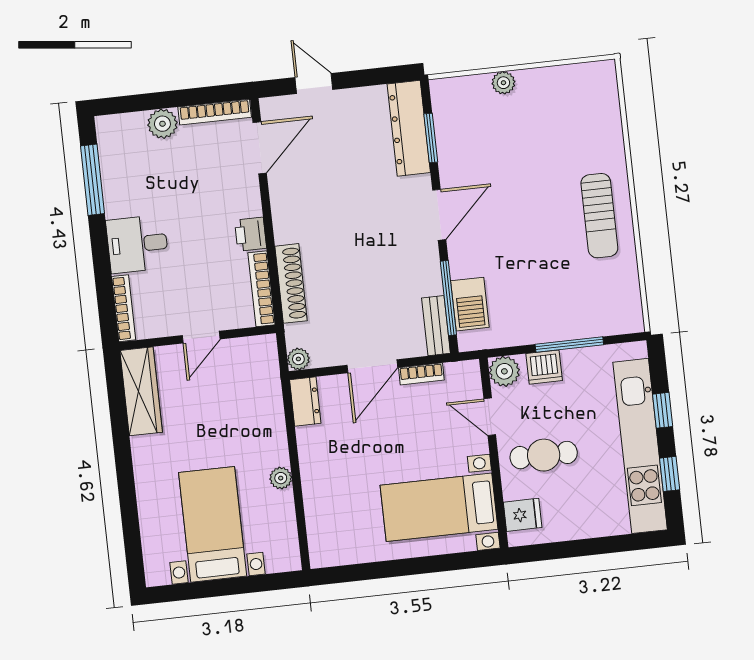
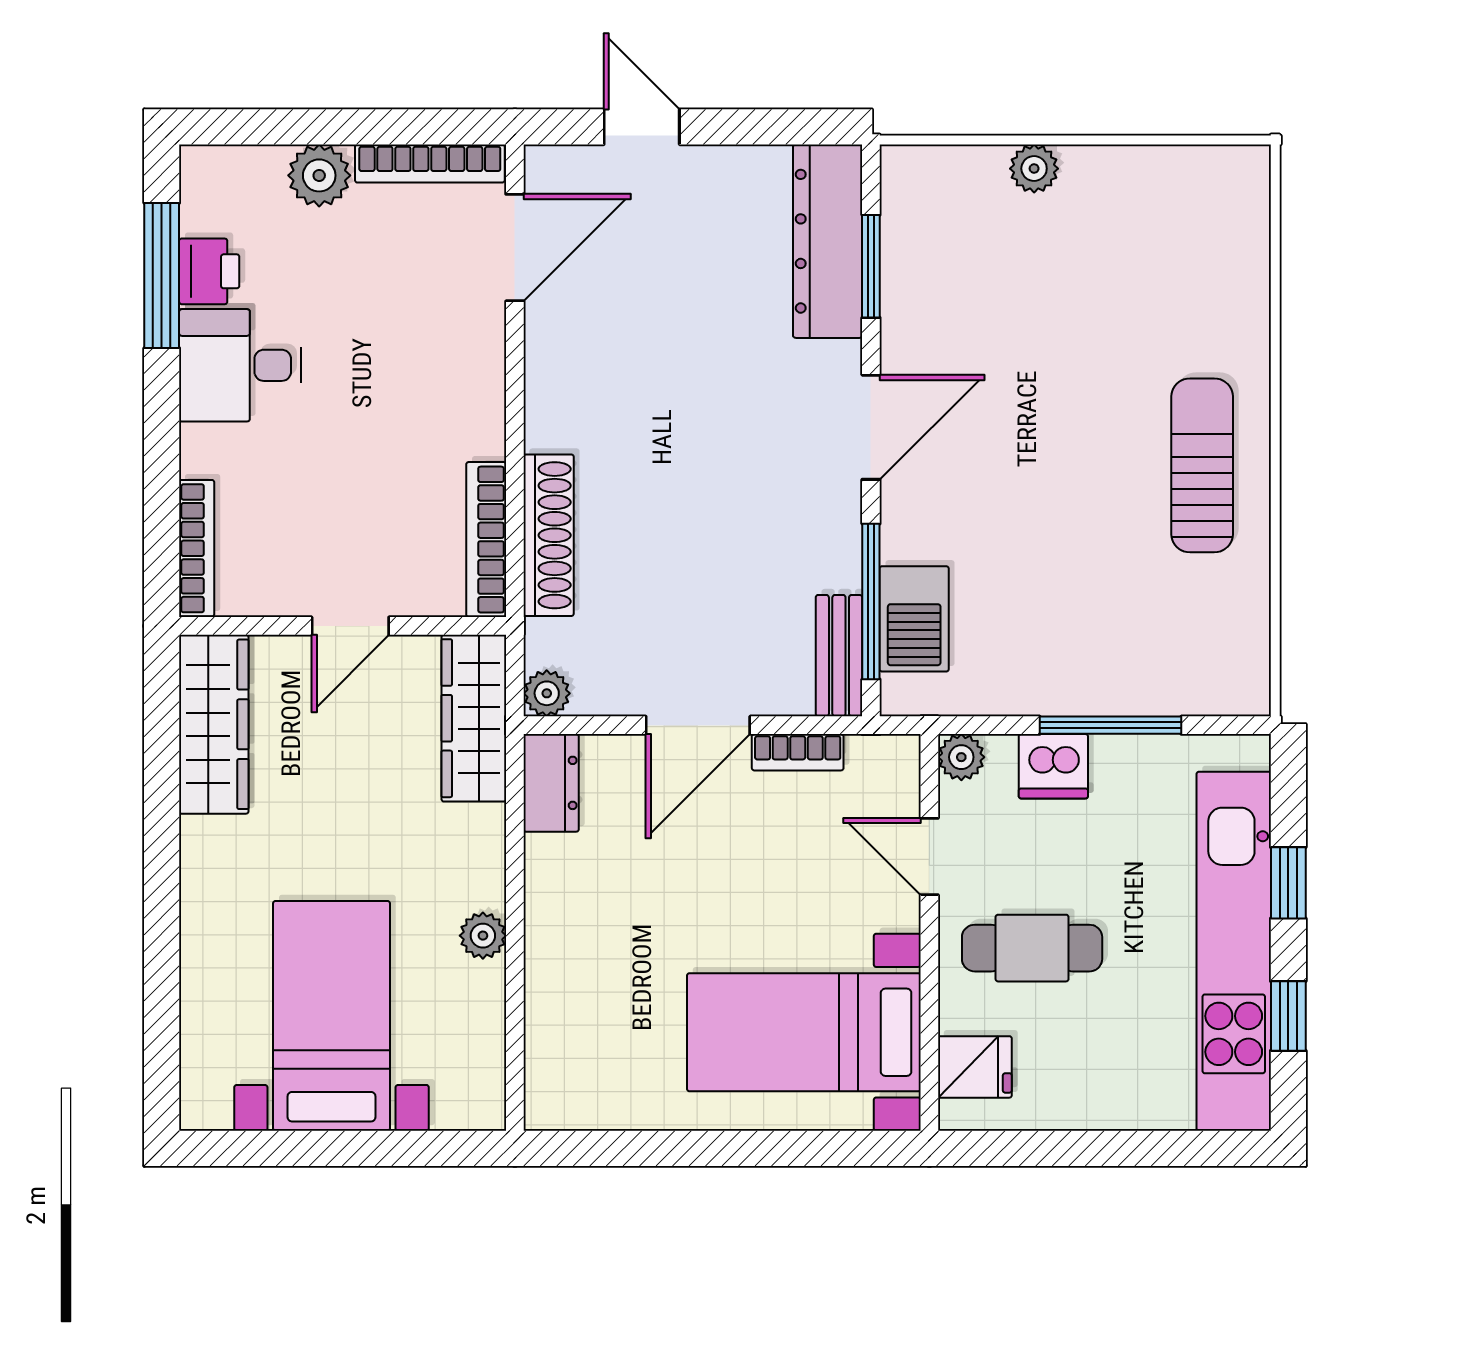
sun lounger: (599, 216) -> (1202, 465), turned 180
printer: (251, 234) -> (209, 271), moved, turned 180
desk: (137, 244) -> (240, 365), moved
plant: (504, 371) -> (961, 757), width x0.73, depth x0.73
wardrobe: (265, 375) -> (474, 718), added

